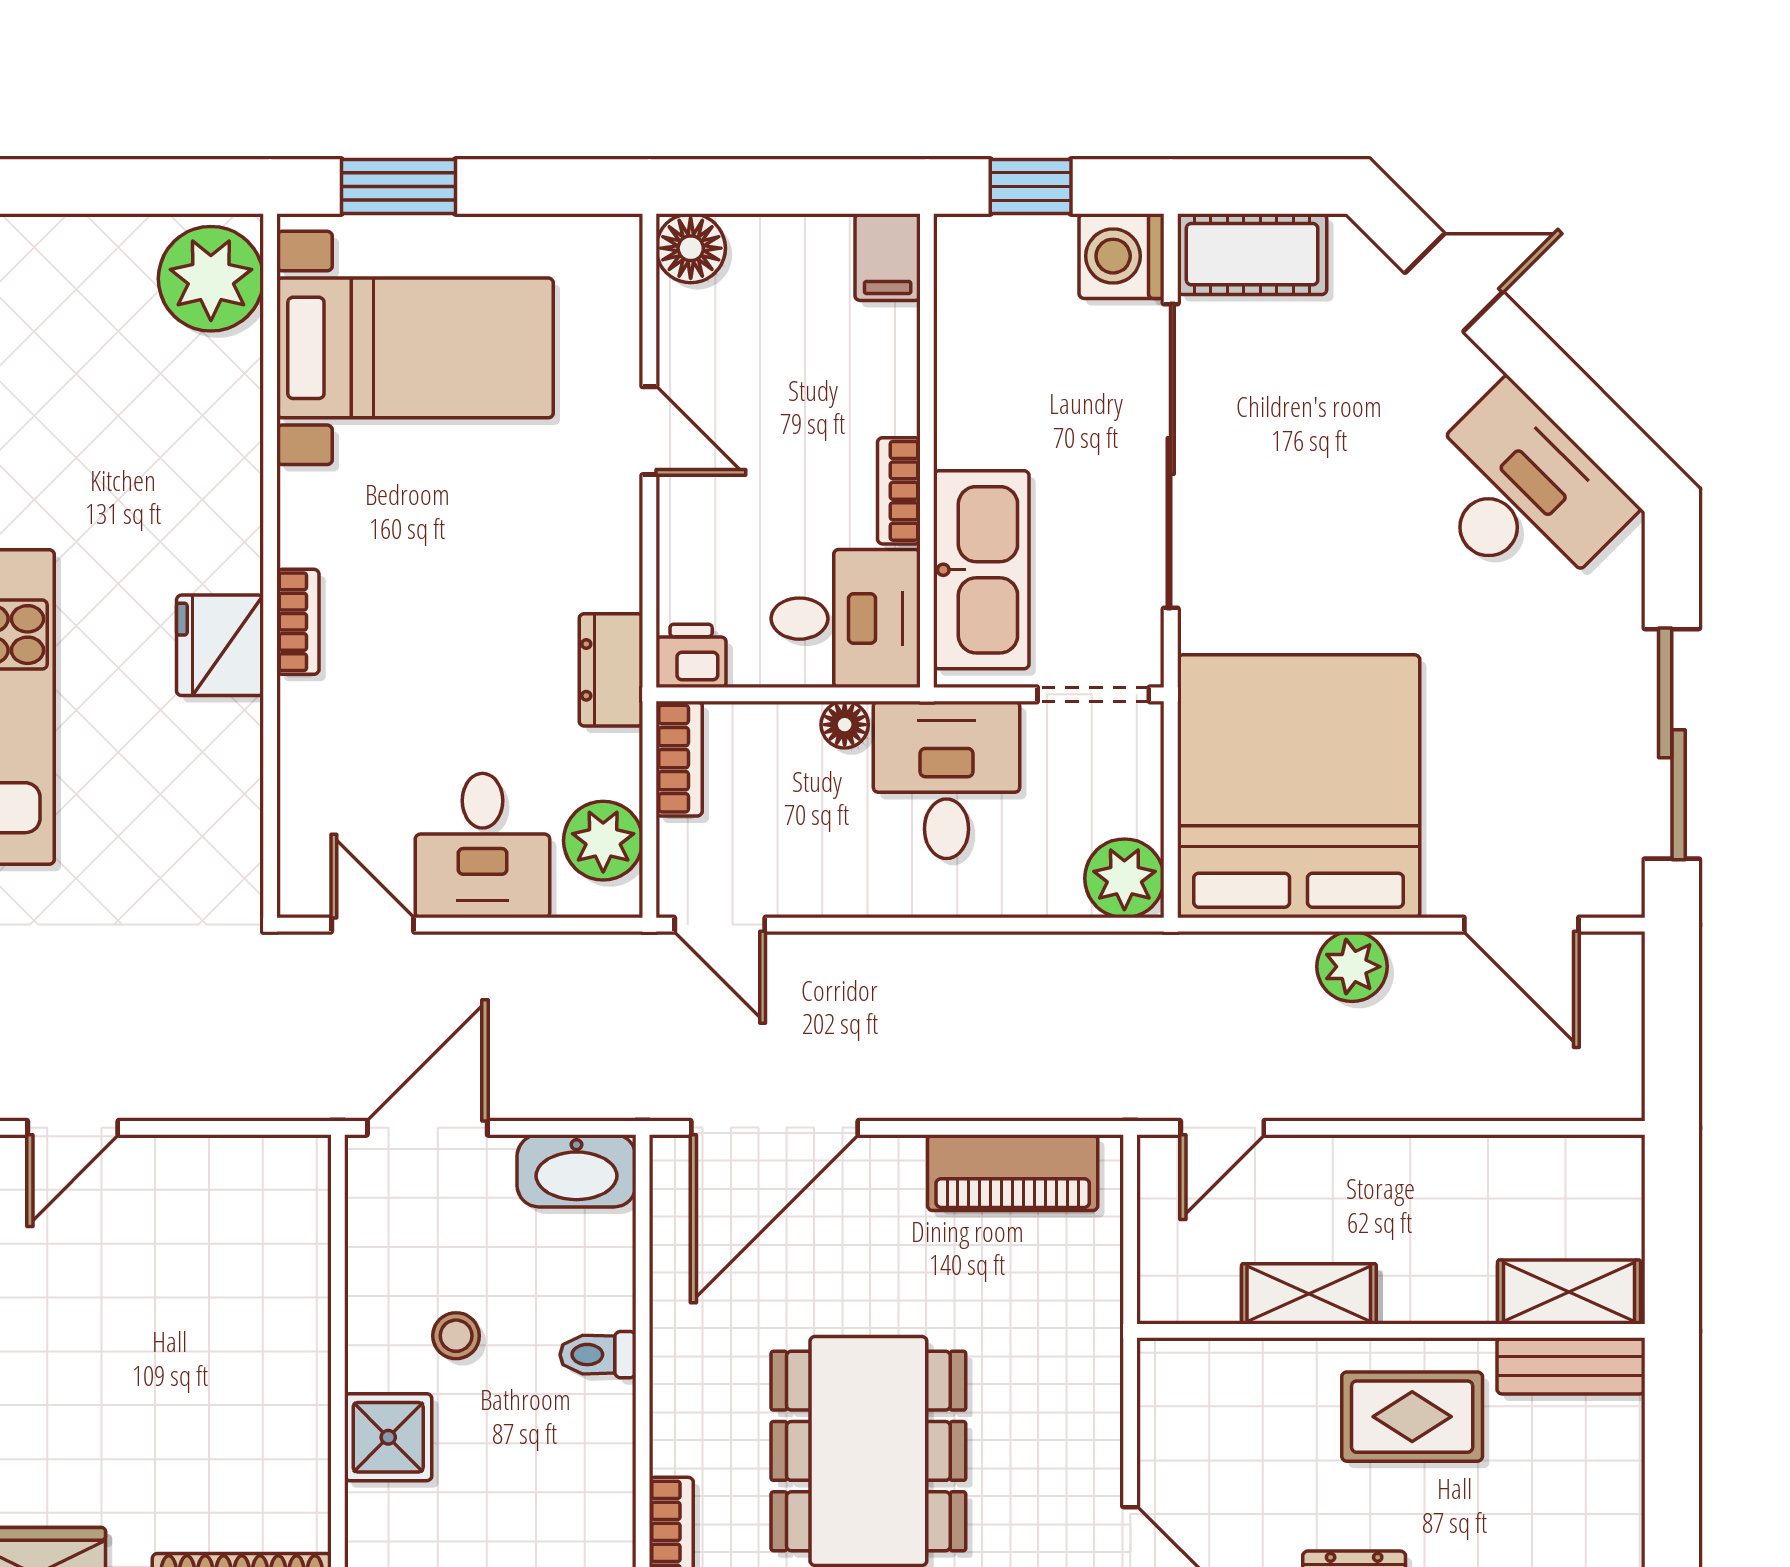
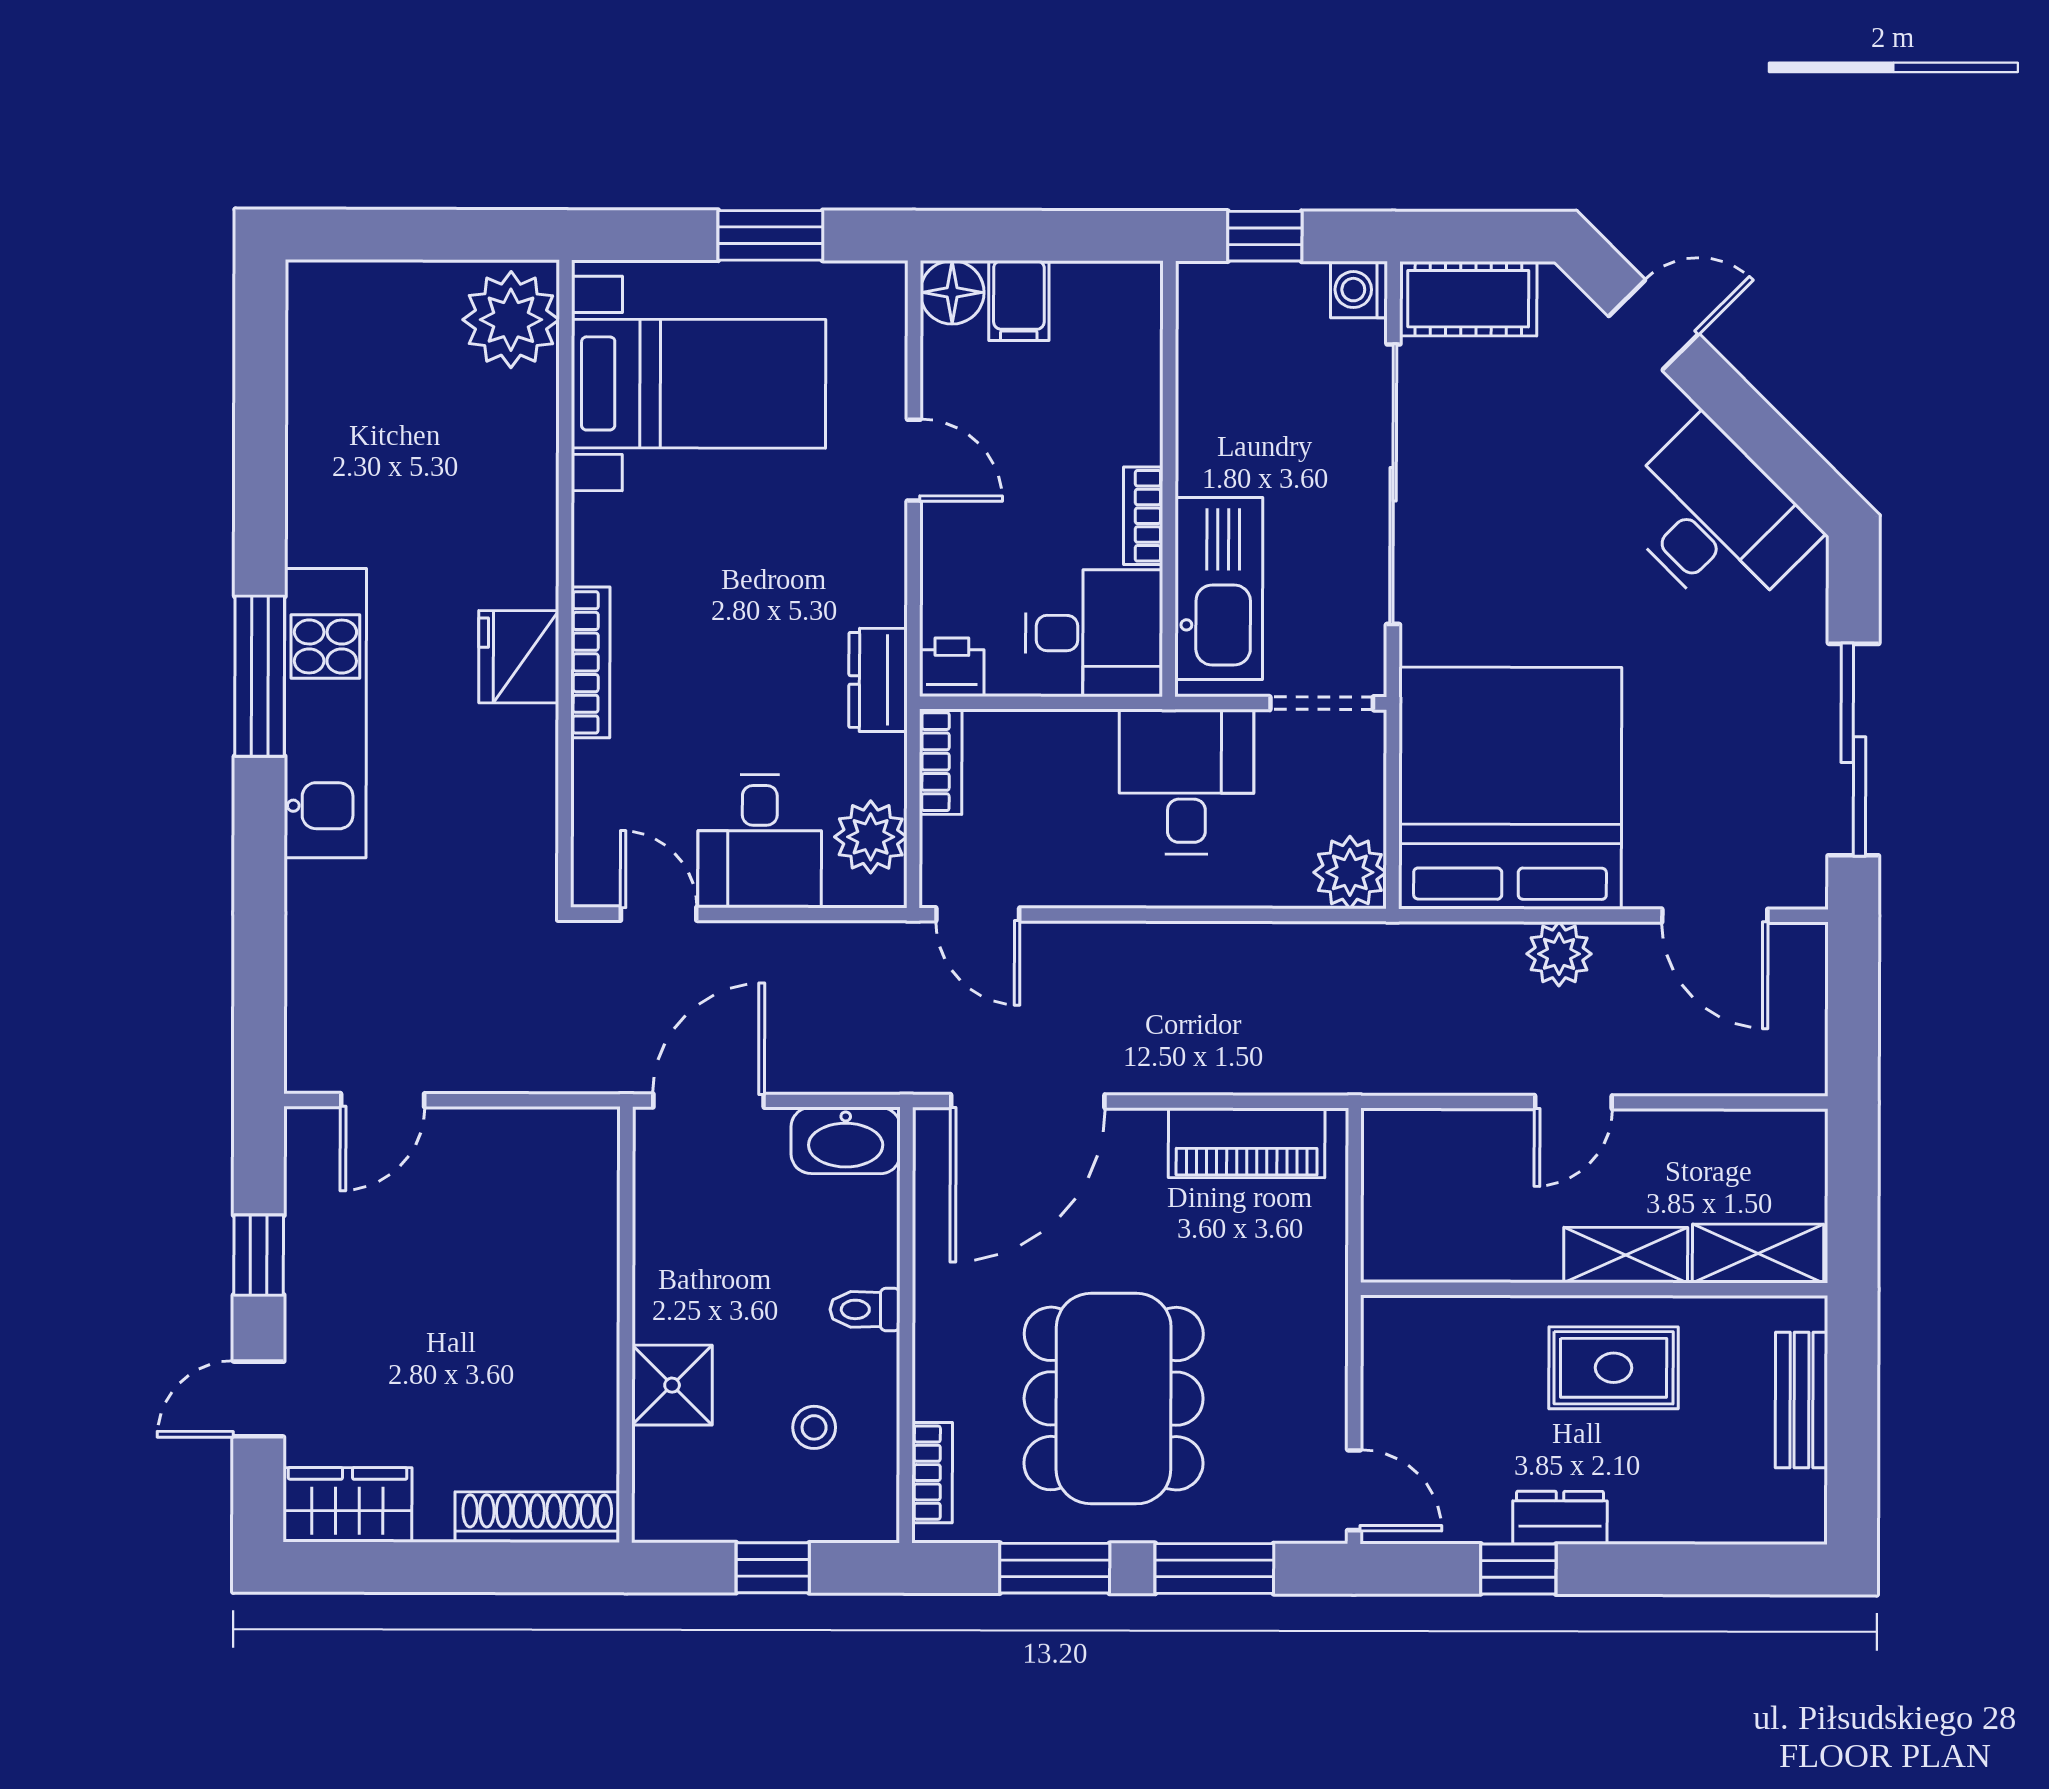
window: (398, 187) -> (770, 235), moved
washing machine: (1122, 256) -> (1359, 290), width x0.73, depth x0.73
filing cabinet: (888, 257) -> (1019, 301), moved
bookcase: (298, 622) -> (590, 662), width x1.56
floor lamp: (845, 725) -> (1093, 731), removed
door: (1222, 1128) -> (1573, 1102), moved
shelving: (1309, 1294) -> (1626, 1255), moved
stool: (456, 1336) -> (814, 1427), moved
bench: (1571, 1366) -> (1801, 1400), moved, turned 90

